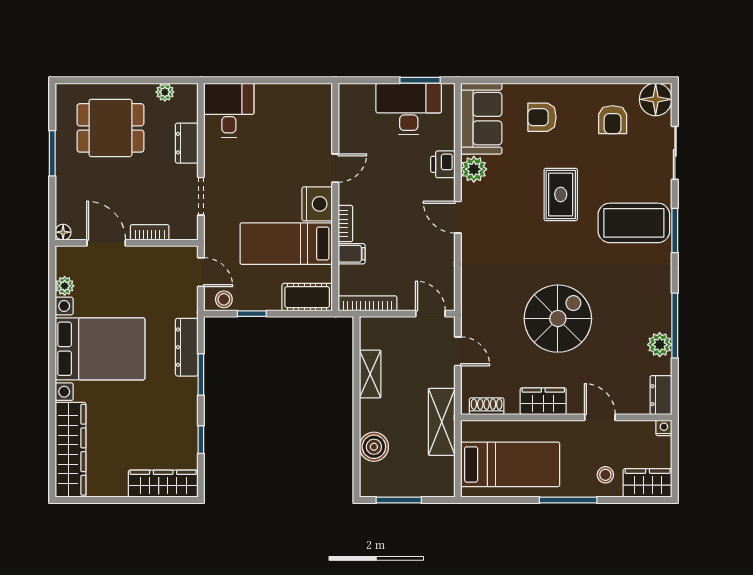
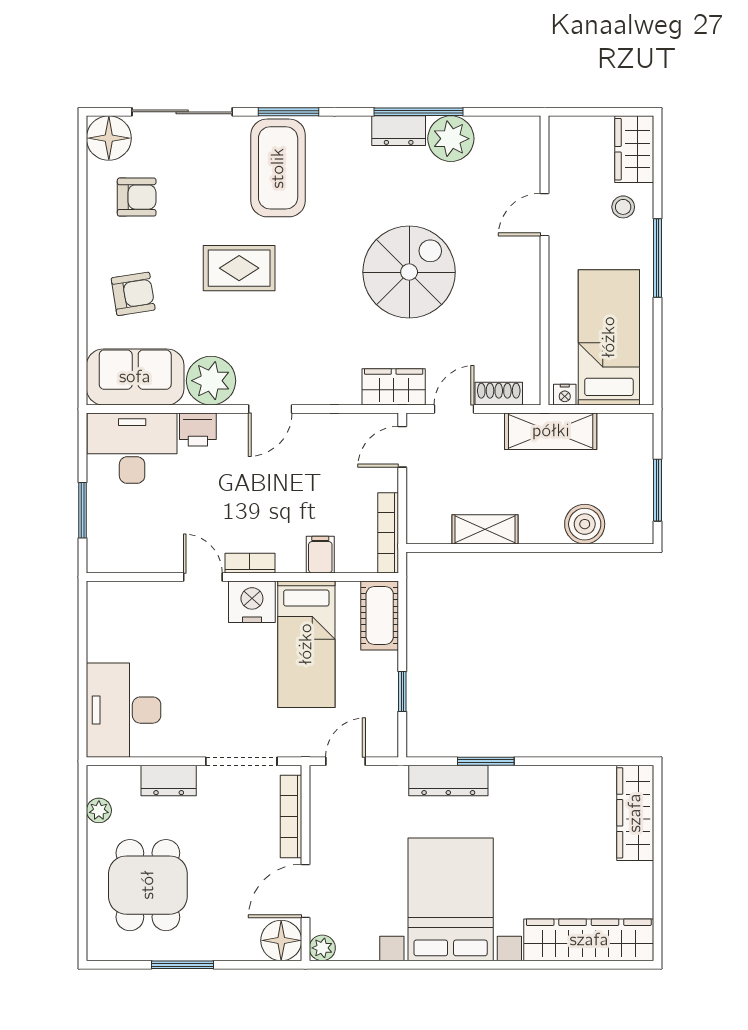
window: (420, 80) -> (83, 510), moved
desk: (409, 109) -> (132, 448), moved, turned 90
desk: (229, 110) -> (124, 710), width x1.37
armchair: (542, 117) -> (133, 294), turned -99
sliding door: (675, 153) -> (182, 112), width x1.37
plant: (474, 169) -> (211, 381), width x1.36, depth x1.36
doorway: (201, 196) -> (241, 761), width x1.38
bookcase: (345, 224) -> (250, 563), moved
floor lamp: (63, 232) -> (281, 940), width x1.89, depth x1.89
bookcase: (150, 232) -> (291, 817), width x1.56
plant: (65, 286) -> (322, 948), moved
stool: (224, 299) -> (383, 730), removed
spiral stairs: (558, 319) -> (409, 272), turned 90
plant: (660, 345) -> (451, 139), width x1.36, depth x1.36
dresser: (661, 395) -> (399, 131), moved
wardrobe: (543, 401) -> (394, 387), moved, turned 90
shoe rack: (487, 406) -> (499, 394), moved, turned 90
nightstand: (664, 428) -> (565, 395), moved, turned -90
window: (201, 440) -> (575, 761), removed

